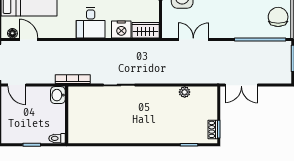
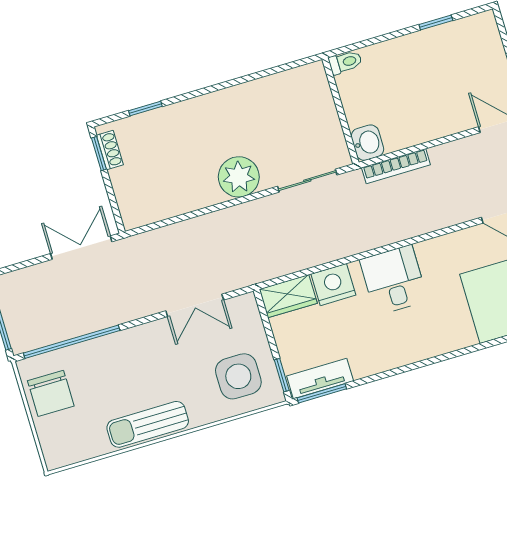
plant: (185, 92) -> (239, 177), moved, width x1.88, depth x1.88
washbasin: (58, 95) -> (367, 143), moved
wall: (67, 115) -> (340, 111), moved
toilet: (57, 138) -> (345, 62), moved

